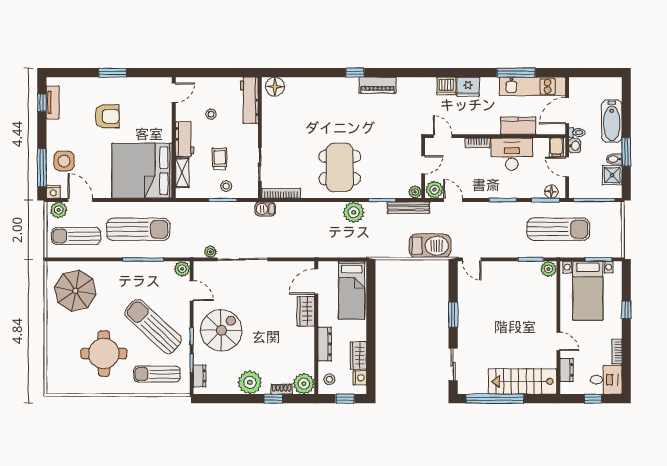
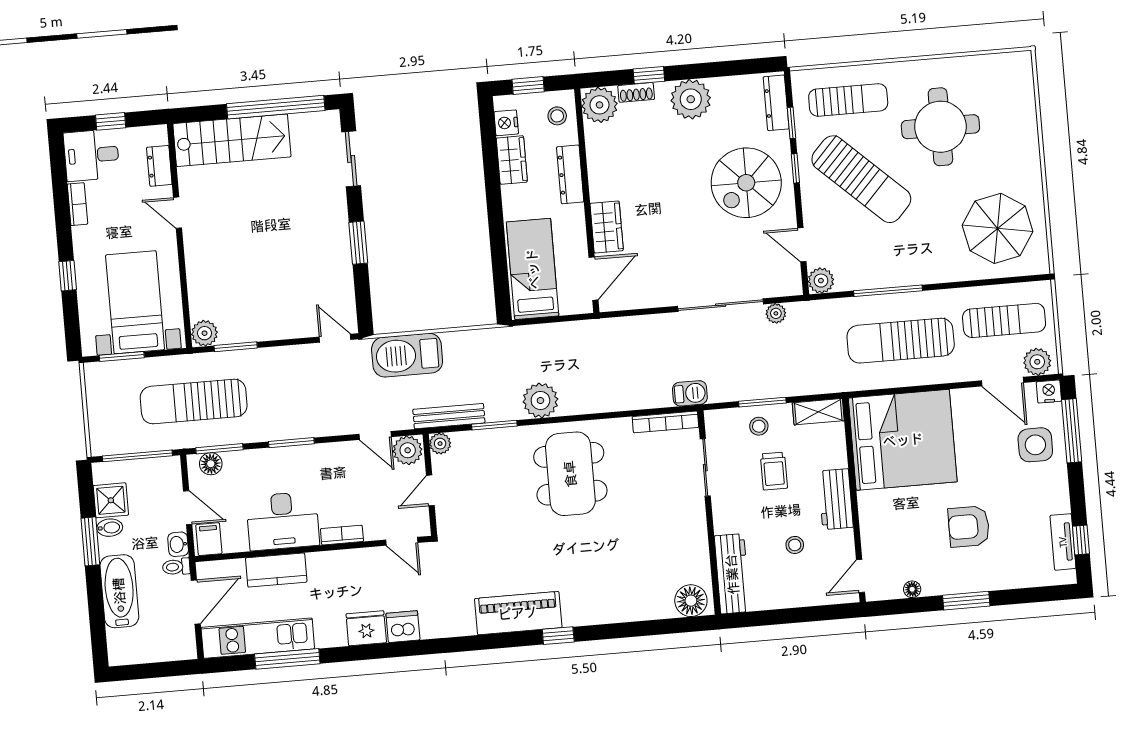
floor lamp: (144, 82) -> (912, 589), added
piano: (378, 85) -> (518, 613), width x1.37, depth x1.33
shelving: (182, 173) -> (818, 412), moved, turned 90
dresser: (200, 376) -> (776, 103), width x1.44

